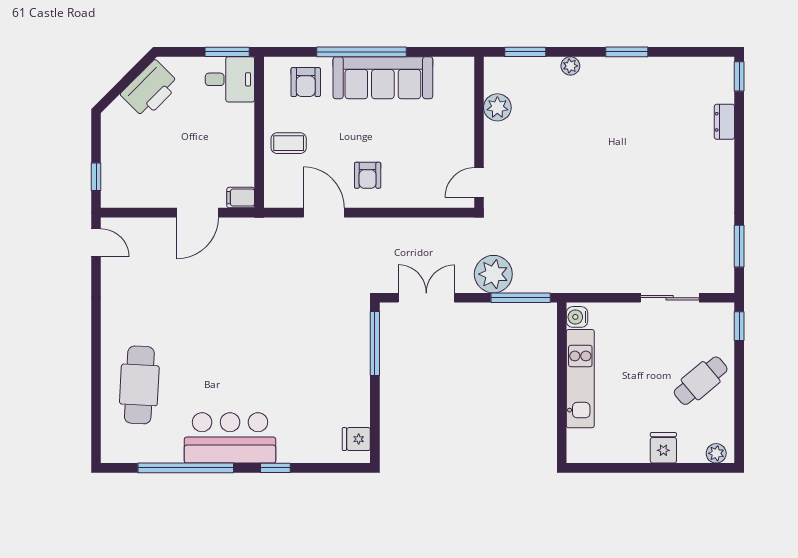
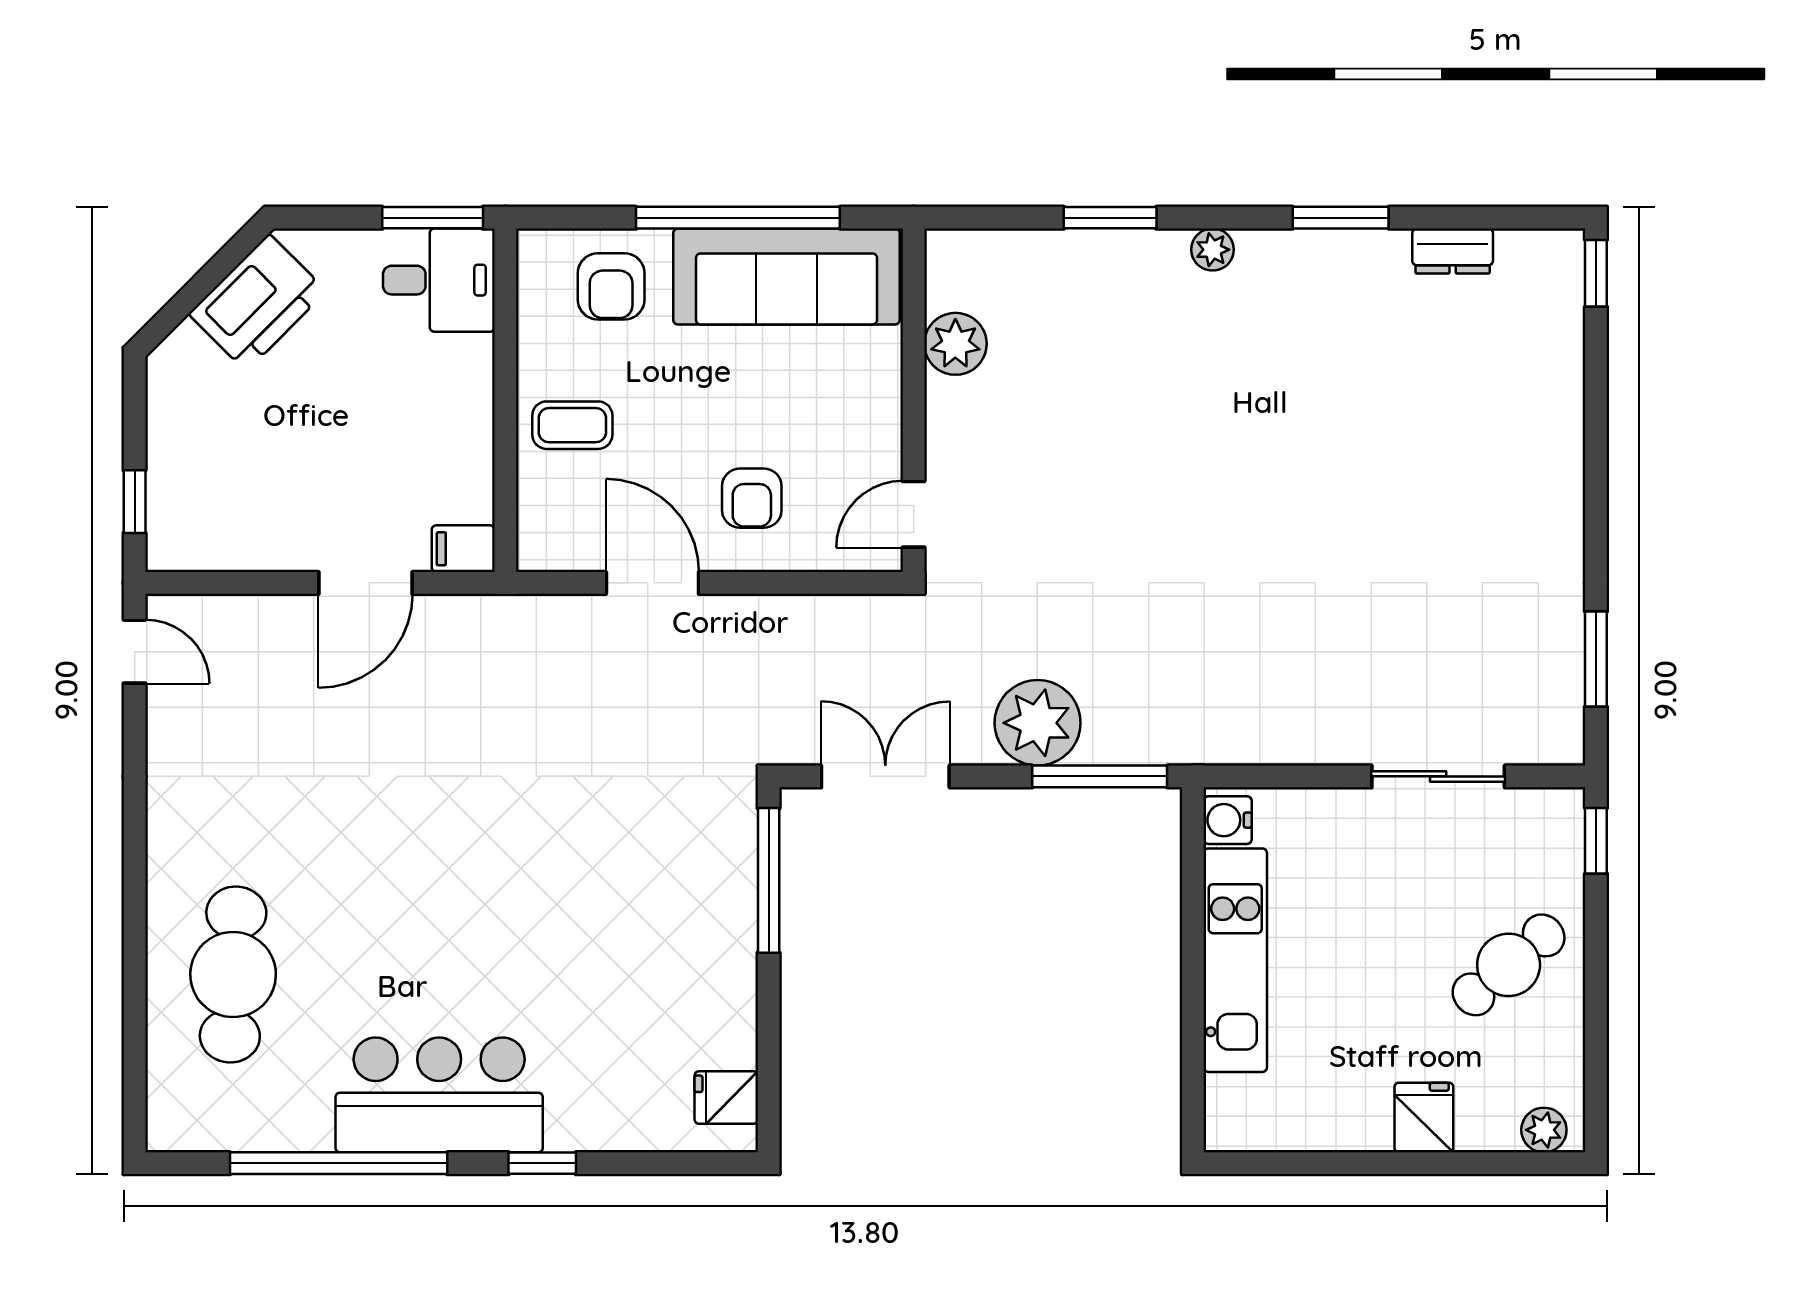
plant: (497, 107) -> (955, 344), moved
dresser: (724, 122) -> (1453, 251), moved, turned -90
wall: (479, 132) -> (914, 400), moved
door: (479, 182) -> (914, 514), moved

